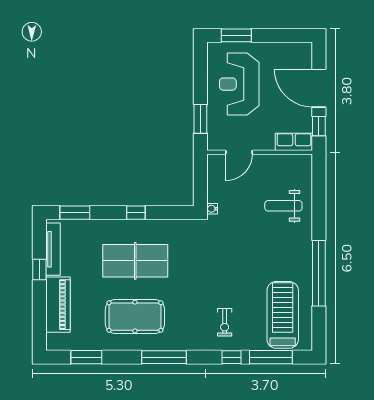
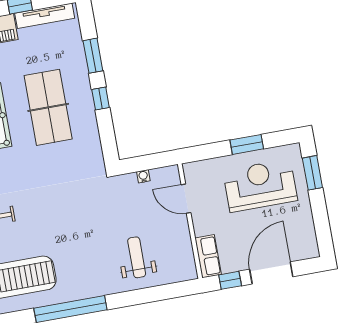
window: (200, 119) -> (247, 144), moved
water cooler: (212, 209) -> (143, 176), moved
window: (75, 213) -> (93, 56), moved

